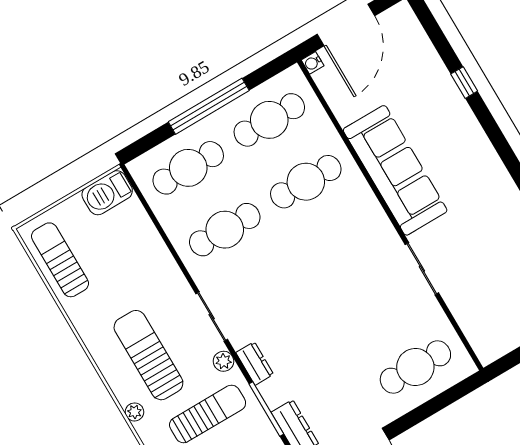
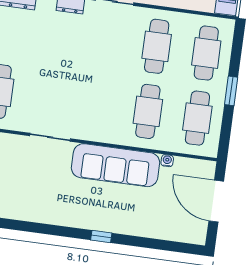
water cooler: (313, 63) -> (167, 161), moved
window: (464, 83) -> (101, 237), moved
window: (209, 106) -> (231, 91), width x0.47

